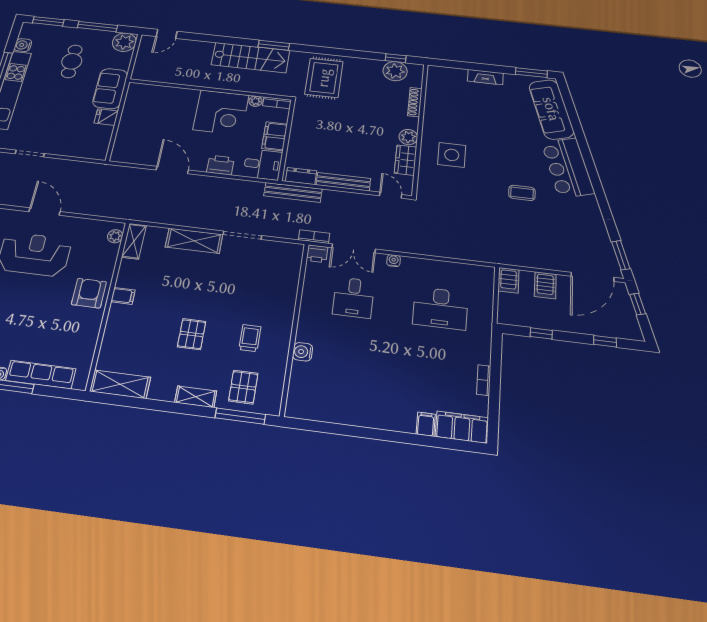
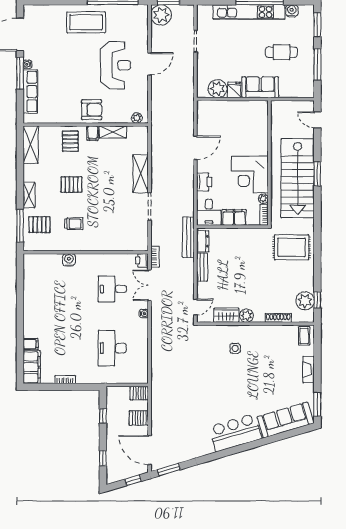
plant: (124, 42) -> (218, 89), moved
window: (274, 45) -> (317, 174), moved
stairs: (251, 58) -> (298, 178), width x1.36, depth x1.51
side table: (452, 155) -> (235, 348), width x0.54, depth x0.54
bench: (343, 182) -> (202, 267), width x0.73
coffee table: (522, 193) -> (304, 336), moved
shelving: (134, 241) -> (113, 132), moved
pallet: (128, 328) -> (70, 141), added

